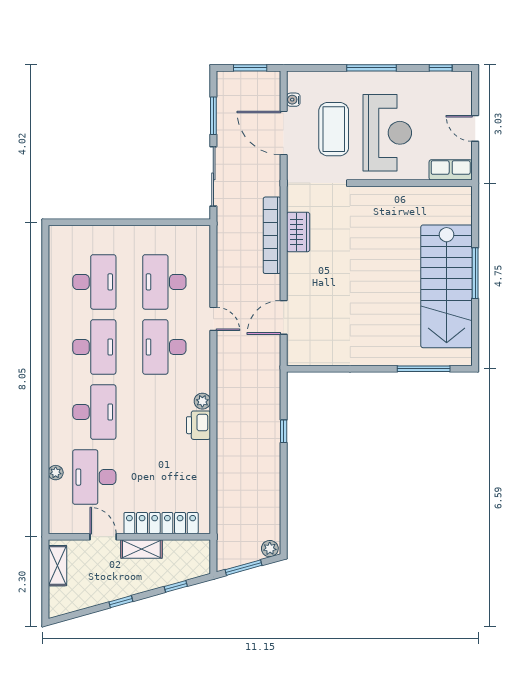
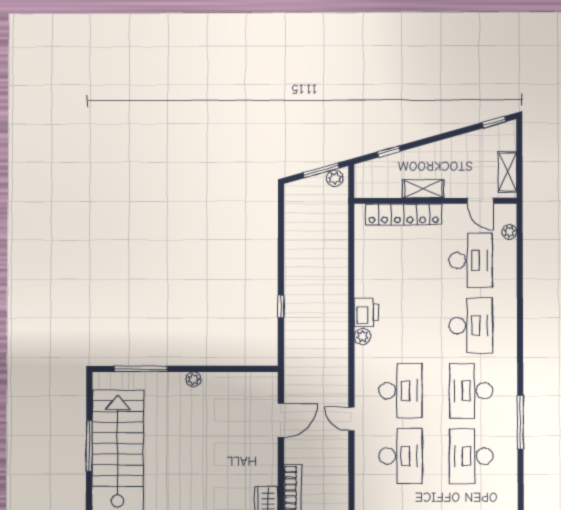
window: (475, 273) -> (89, 446), moved
window: (45, 316) -> (520, 422), added
plant: (371, 358) -> (193, 379), added
desk: (94, 412) -> (471, 325), turned 180
plant: (56, 473) -> (509, 232), moved
door: (103, 537) -> (480, 201), moved
plant: (270, 549) -> (335, 178), moved
window: (121, 602) -> (494, 122), moved

